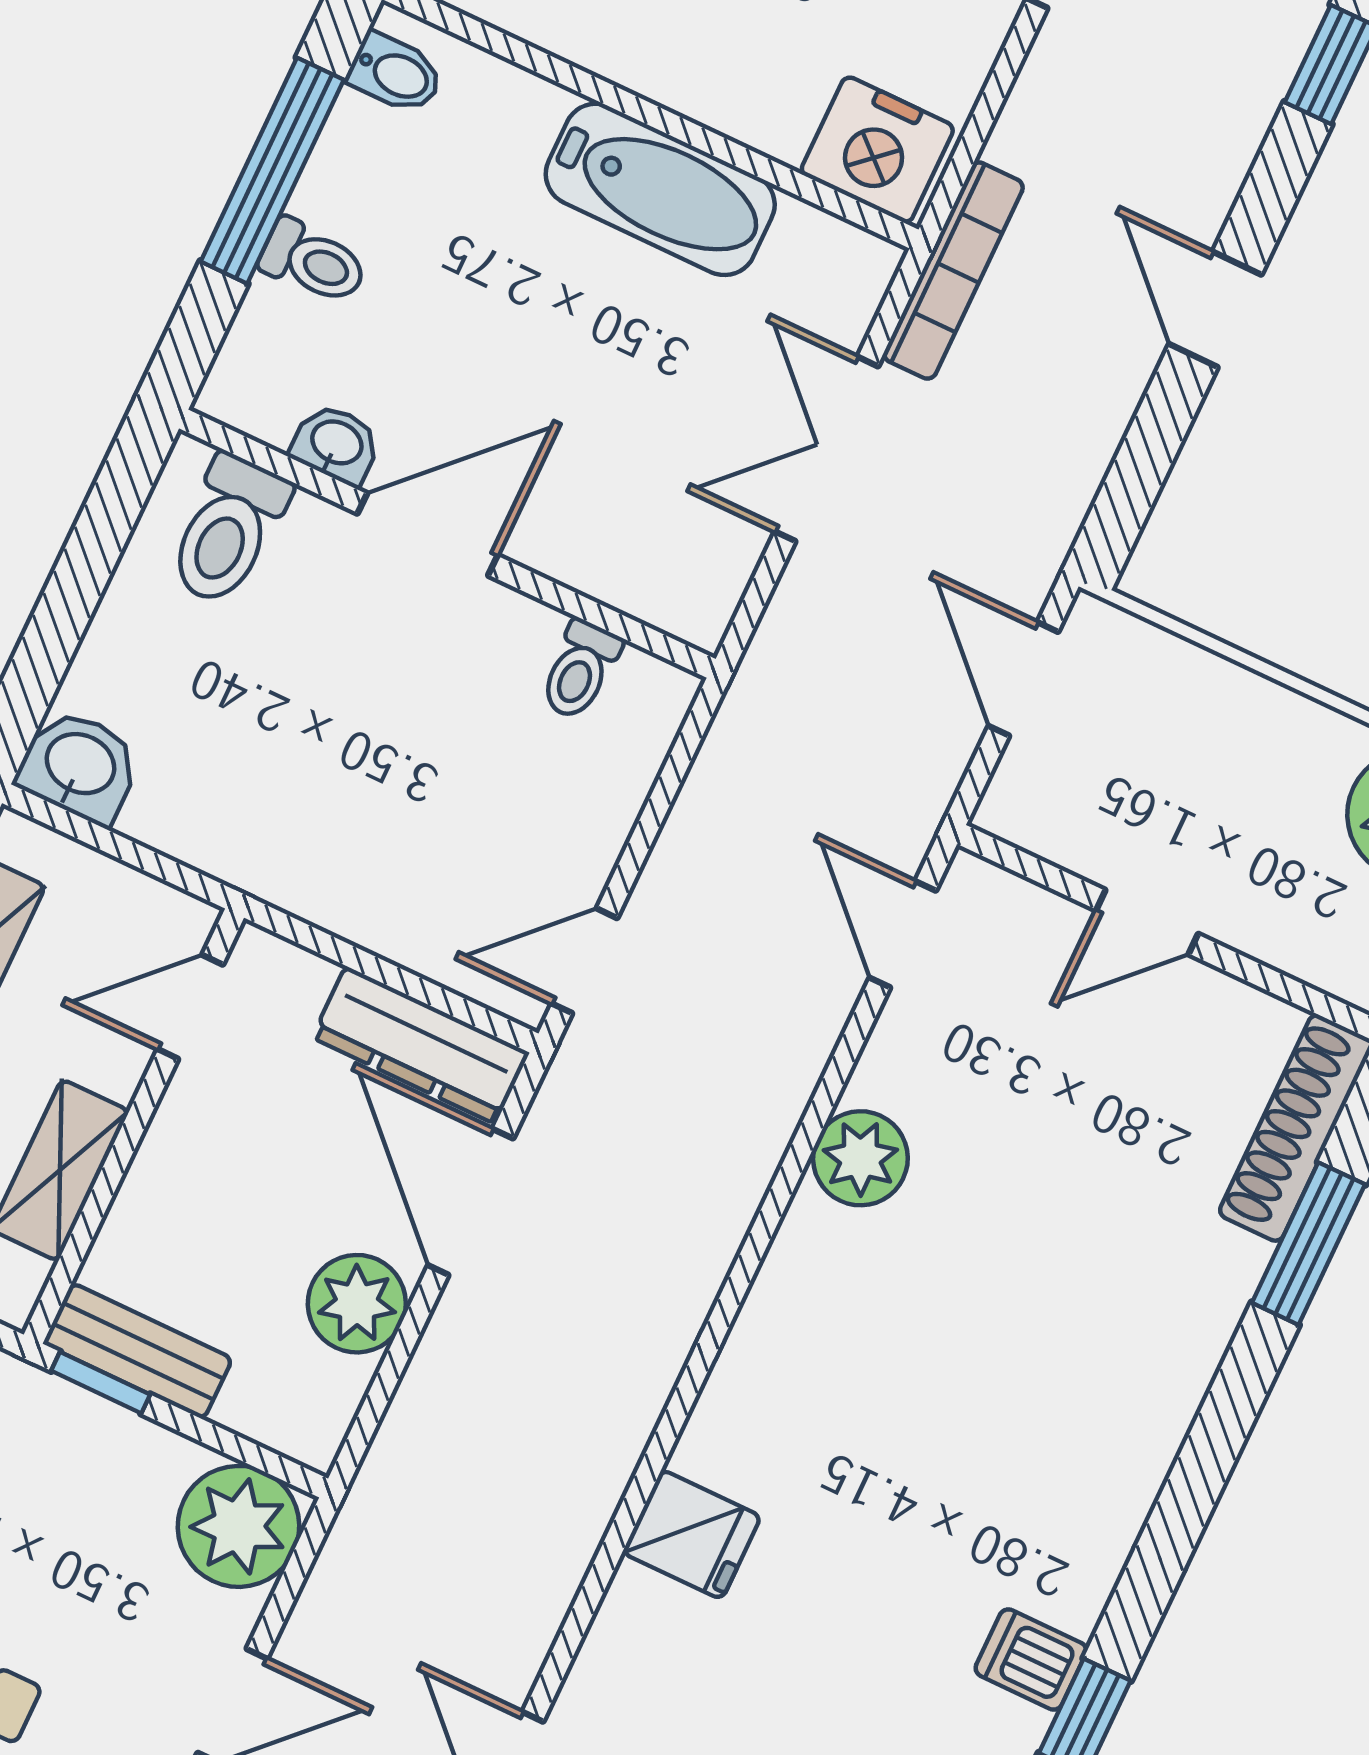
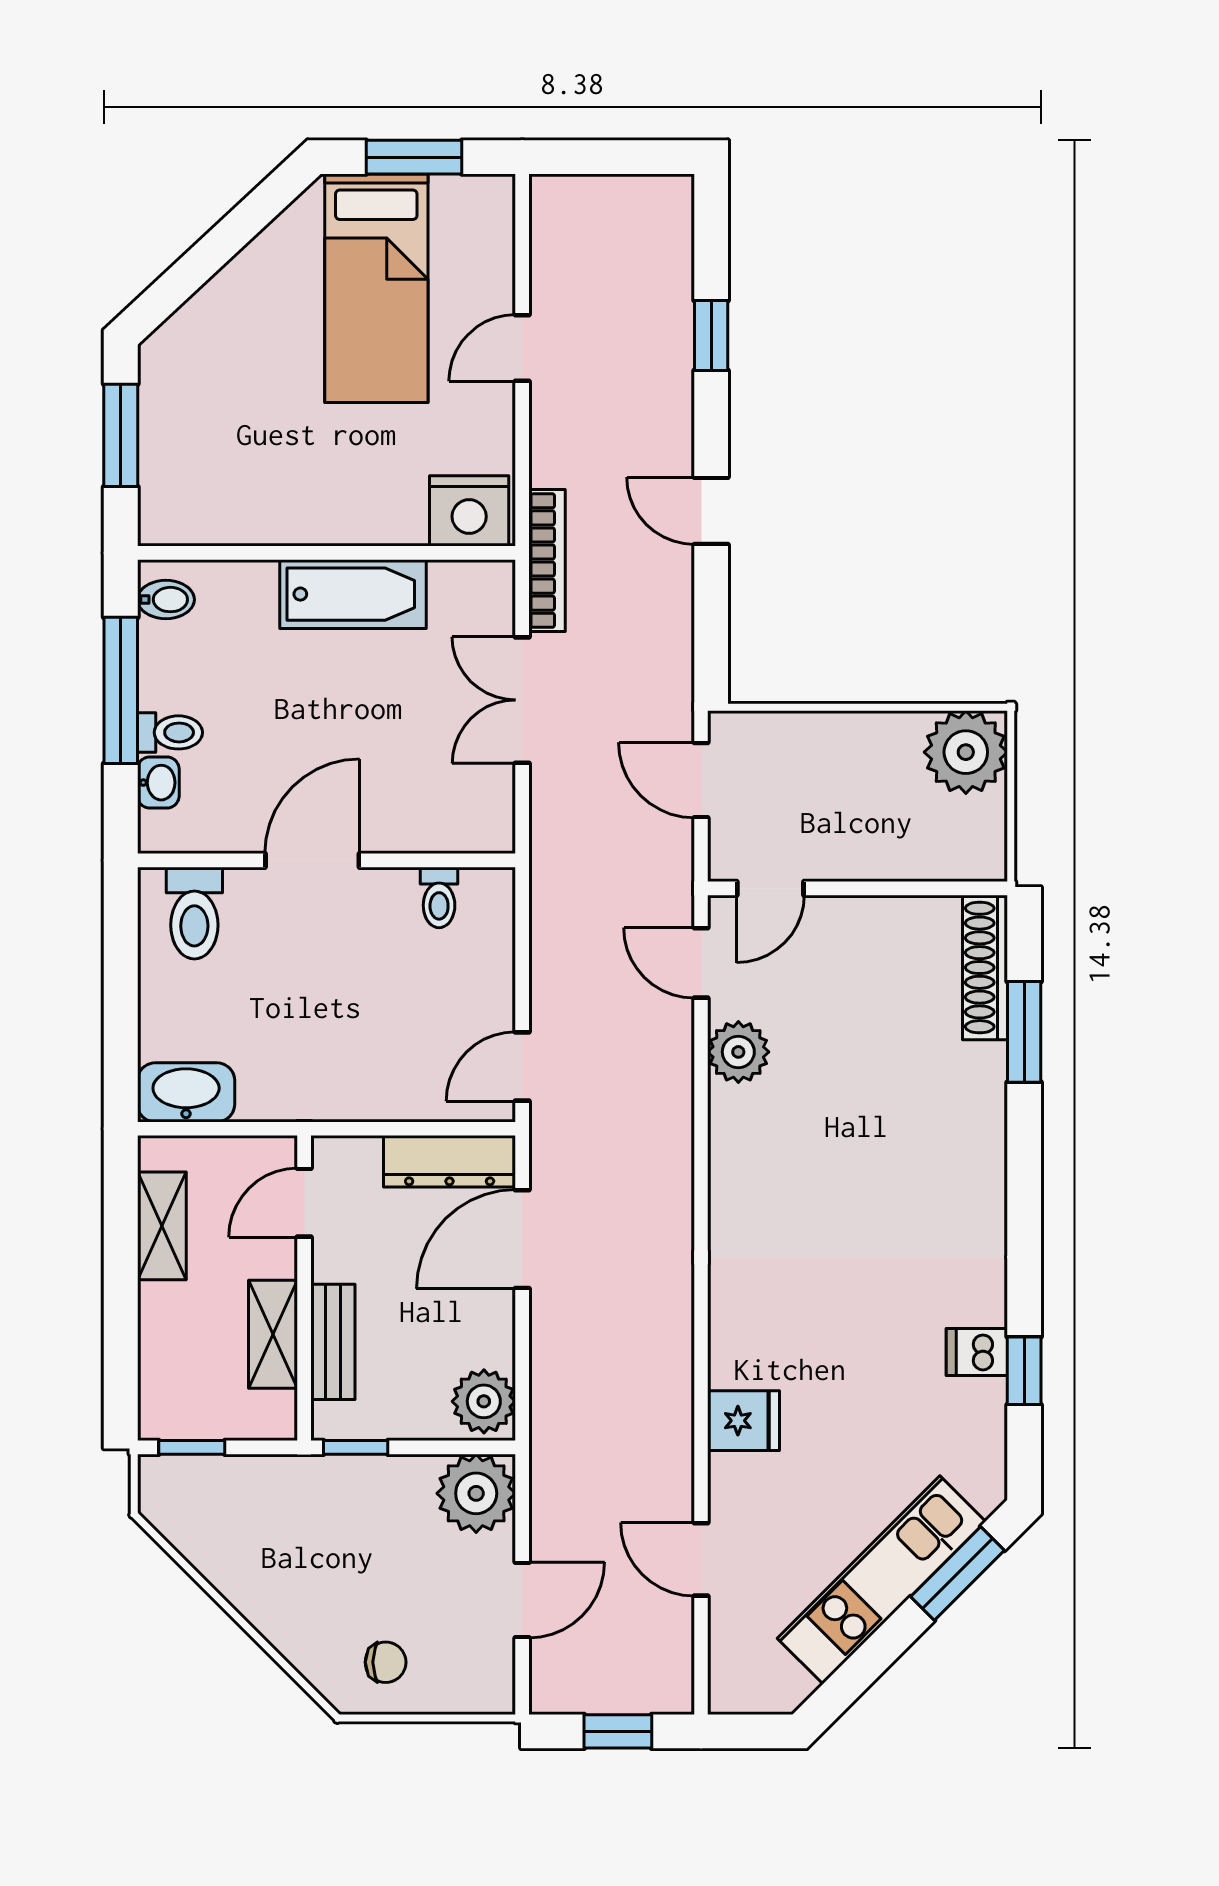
washbasin: (336, 444) -> (158, 783), moved, turned 90
washbasin: (79, 766) -> (186, 1092), width x1.38
door: (1147, 922) -> (770, 888), moved
plant: (860, 1158) -> (738, 1052), moved
door: (471, 1202) -> (522, 1239), hinge flipped
plant: (357, 1304) -> (484, 1401), moved
bench: (138, 1351) -> (333, 1342), moved, turned 90
fridge: (692, 1534) -> (744, 1421), moved

